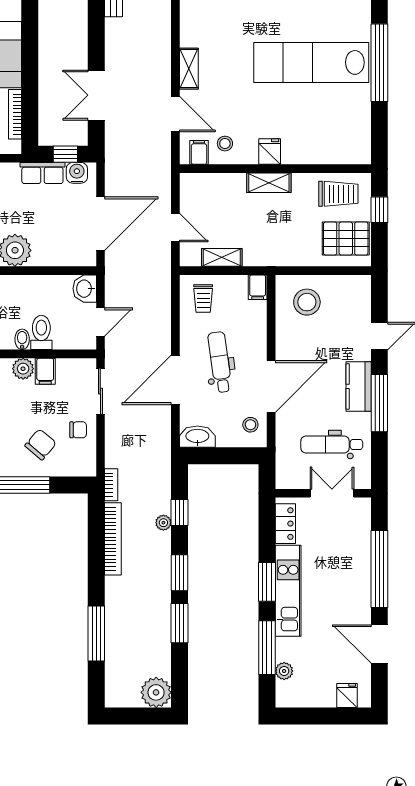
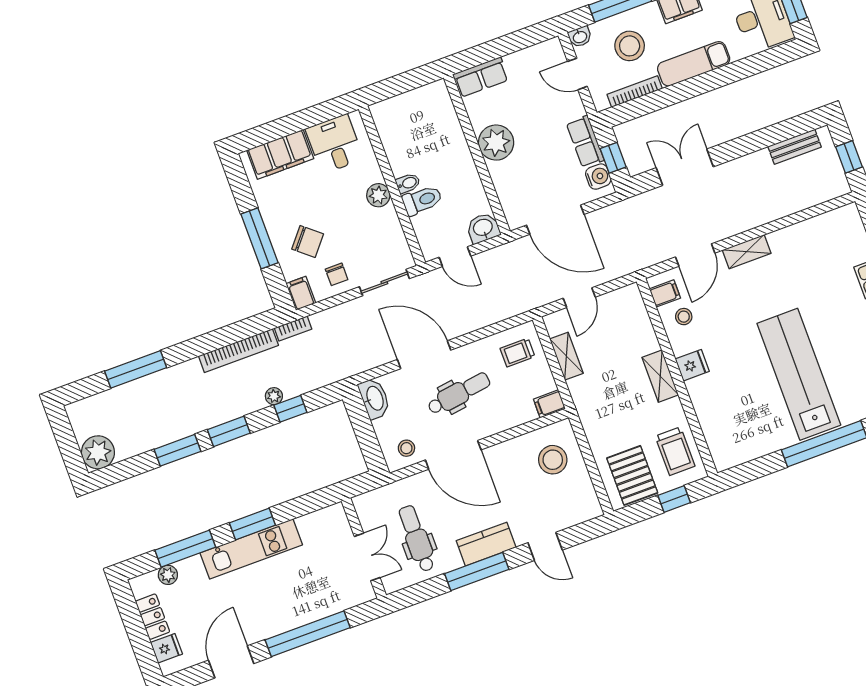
filing cabinet: (45, 371) -> (301, 293), moved, turned 90
locker: (285, 524) -> (153, 617), moved, turned -90

